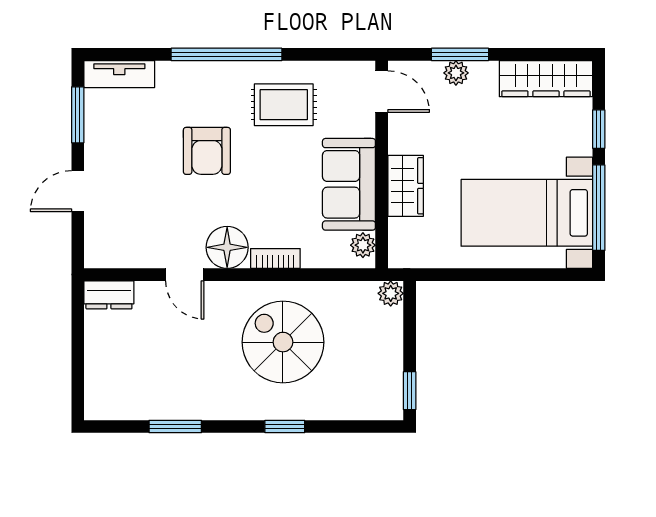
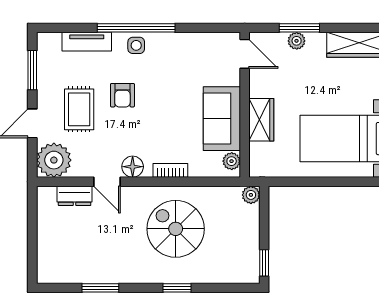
tv unit: (119, 74) -> (87, 42), moved
side table: (227, 79) -> (136, 45), added
rug: (284, 105) -> (79, 109), moved, turned 90
armchair: (207, 151) -> (122, 95), width x0.72, depth x0.72
plant: (109, 244) -> (54, 160), added
floor lamp: (227, 247) -> (133, 167), width x0.73, depth x0.73
dresser: (109, 295) -> (75, 196), moved

